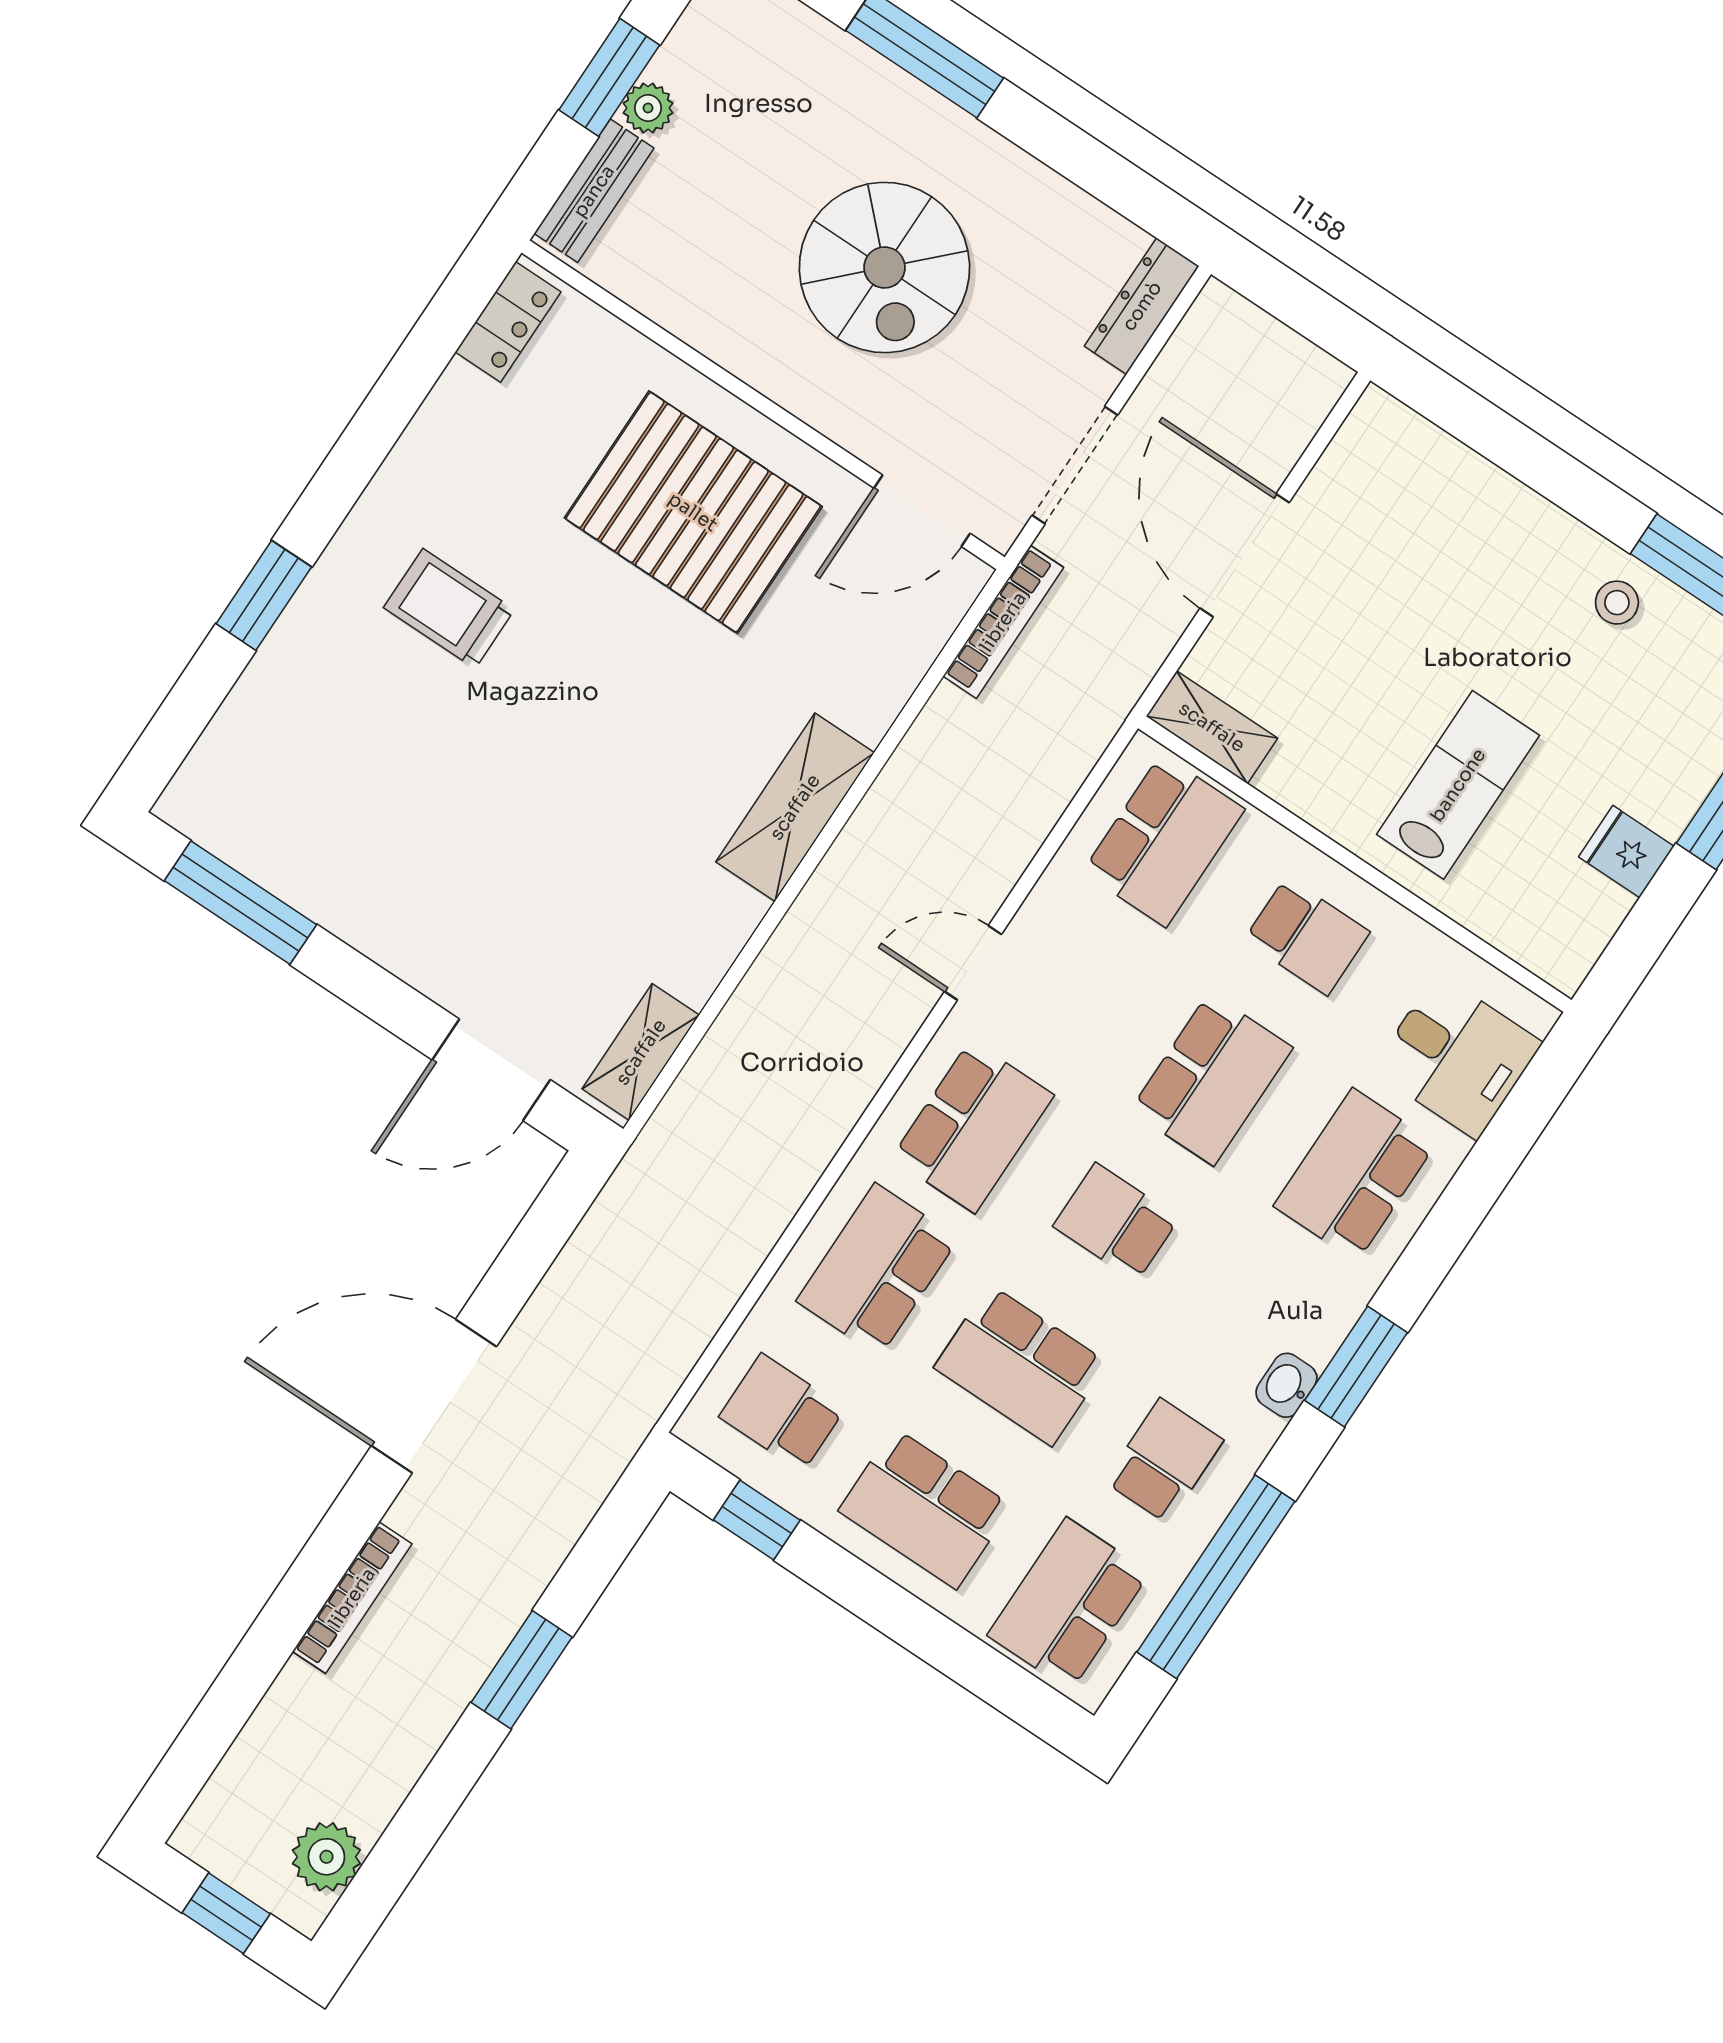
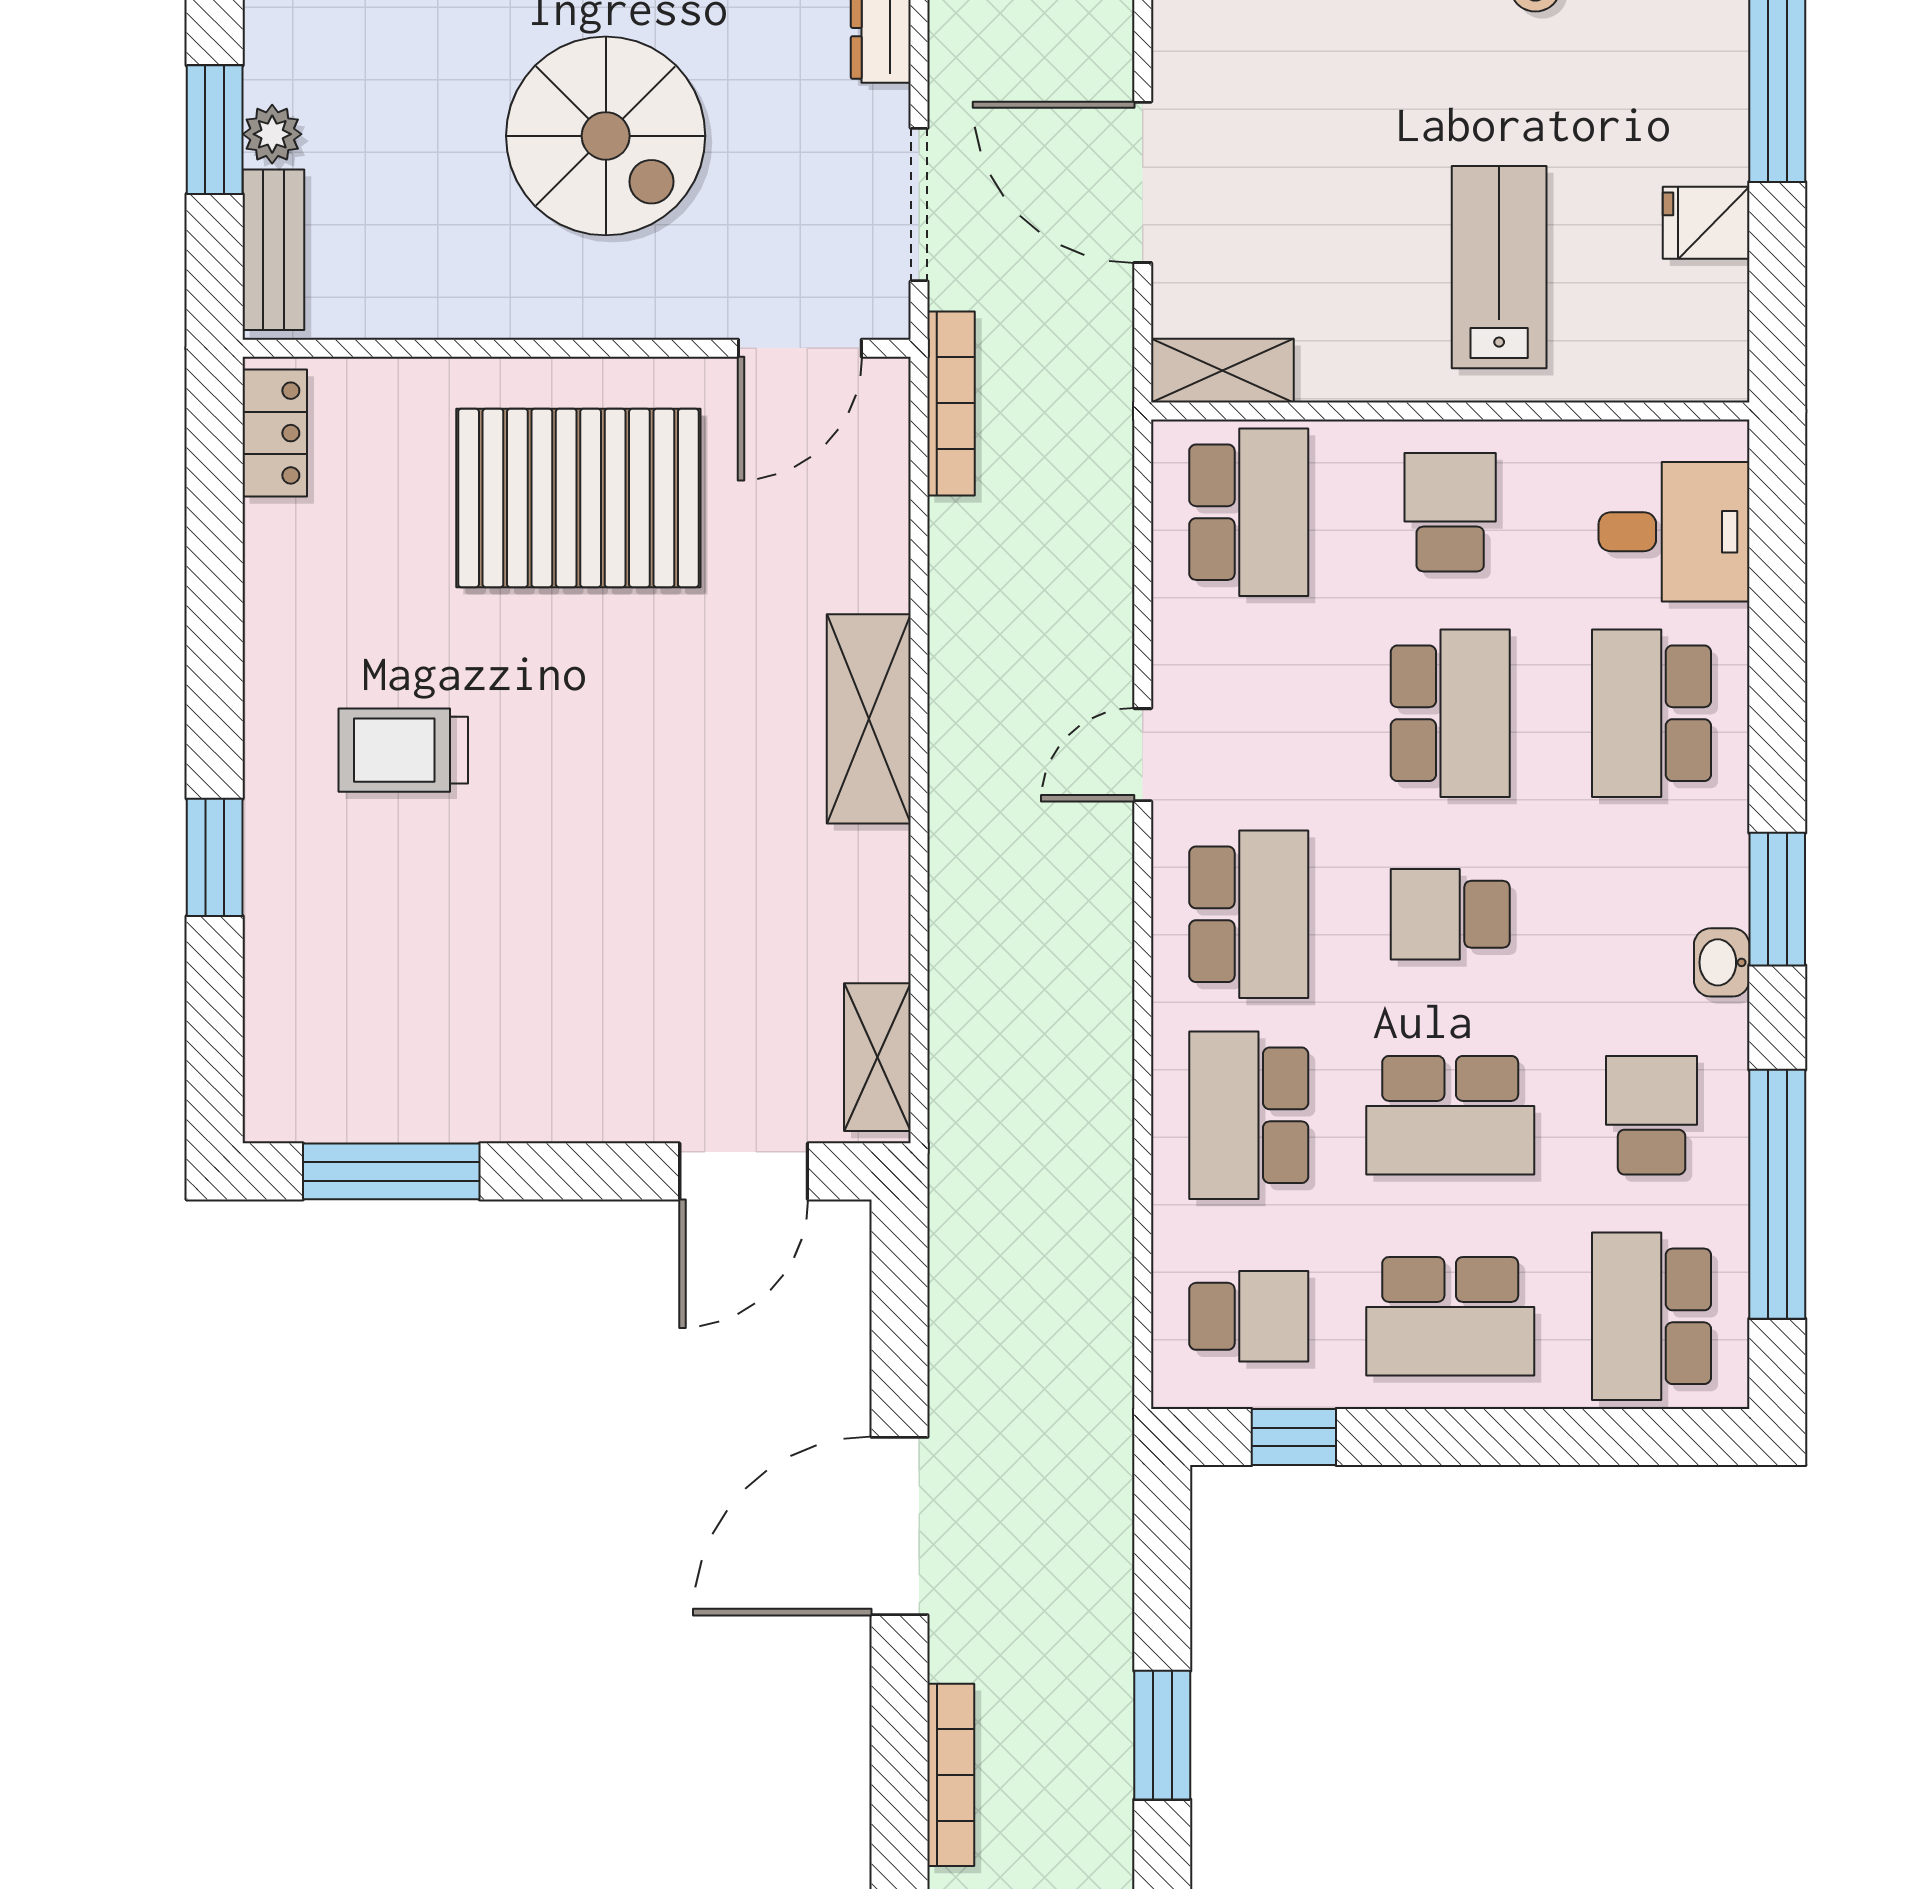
school desk: (1307, 936) -> (1450, 512), turned -90
school desk: (782, 1413) -> (1249, 1316), turned 180

